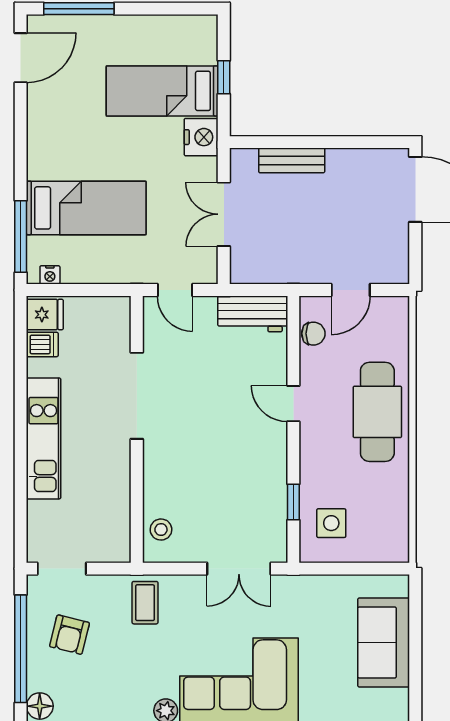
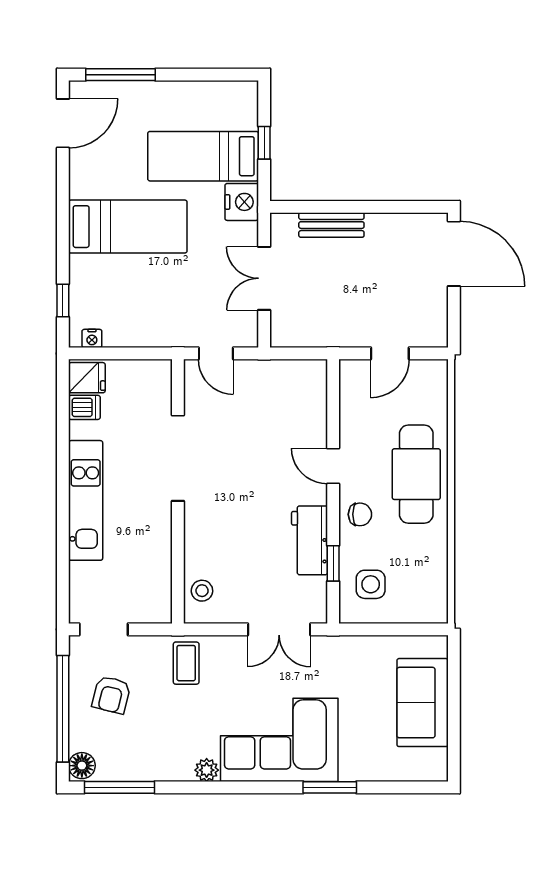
bed: (86, 208) -> (128, 227), moved
window: (21, 237) -> (63, 300), width x0.46
workbench: (253, 314) -> (310, 540), moved, turned 90
chair: (313, 334) -> (360, 514), moved

